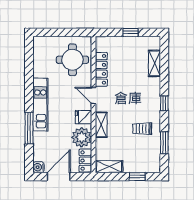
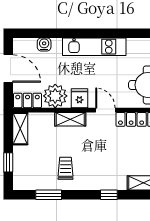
door: (93, 95) -> (105, 110), hinge flipped
window: (164, 103) -> (109, 195), moved
window: (29, 128) -> (66, 33), removed
water cooler: (38, 167) -> (44, 44), moved

